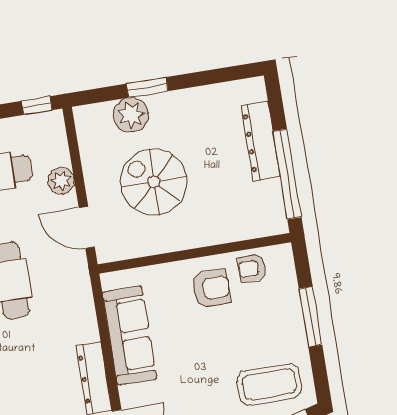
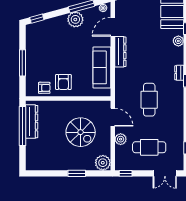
plant: (131, 115) -> (103, 163), moved
dresser: (261, 141) -> (32, 122), moved
armchair: (211, 288) -> (63, 82), turned -90
coffee table: (269, 384) -> (45, 37), removed

